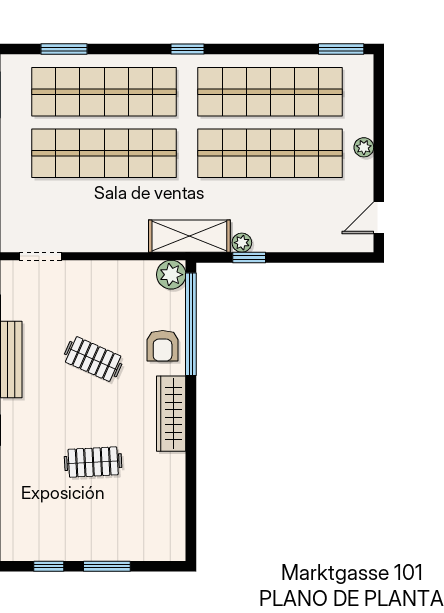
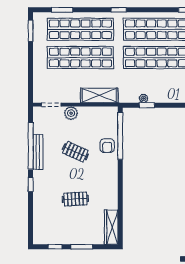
shelving: (189, 236) -> (99, 95), moved
plant: (171, 275) -> (71, 113), moved
wardrobe: (171, 414) -> (111, 227), moved

